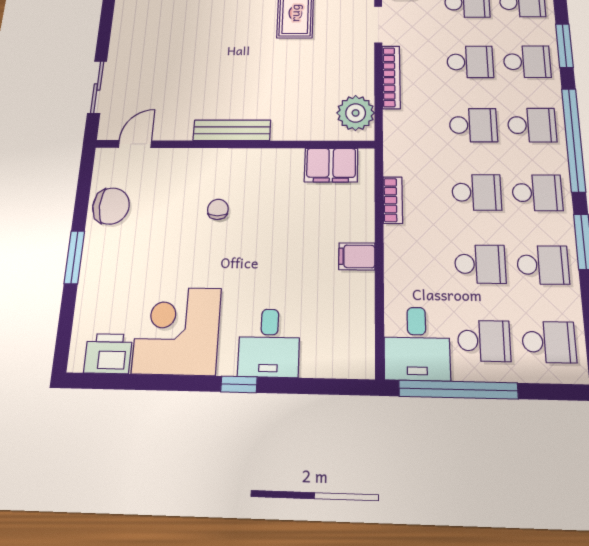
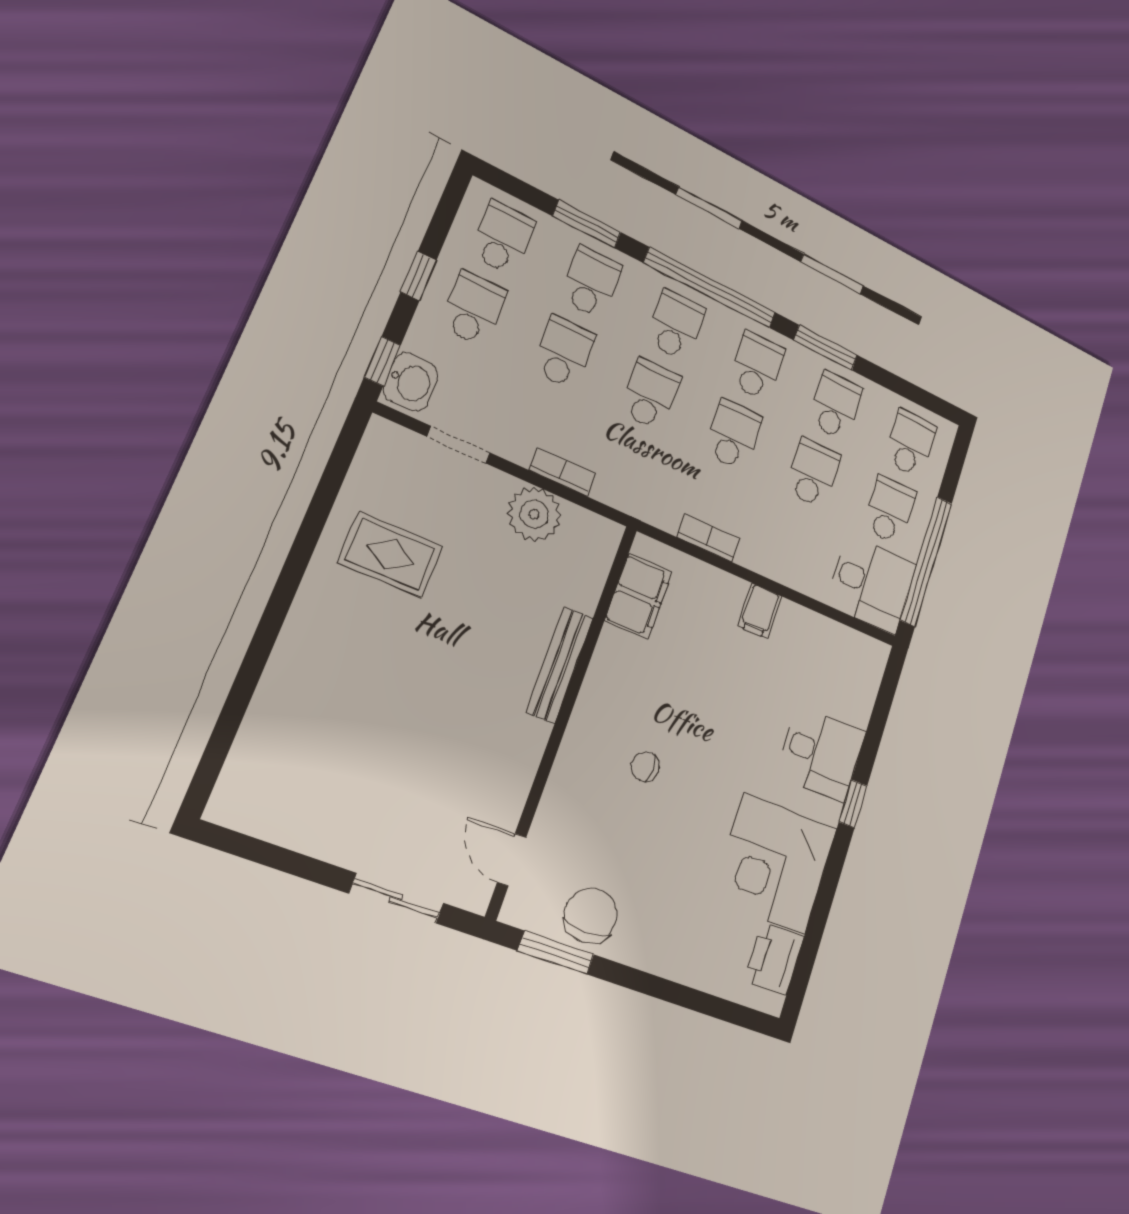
bookcase: (391, 77) -> (562, 472), width x0.64
plant: (356, 113) -> (534, 514), moved
bench: (232, 130) -> (559, 665), moved
window: (74, 257) -> (556, 953), moved

